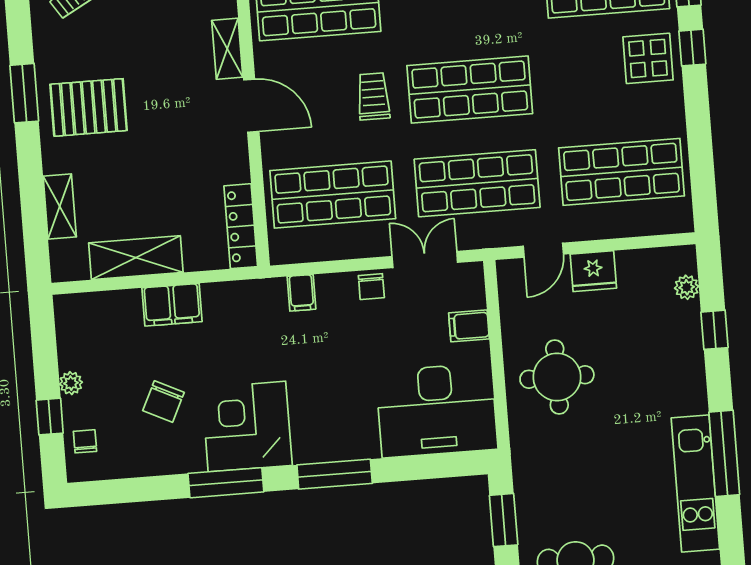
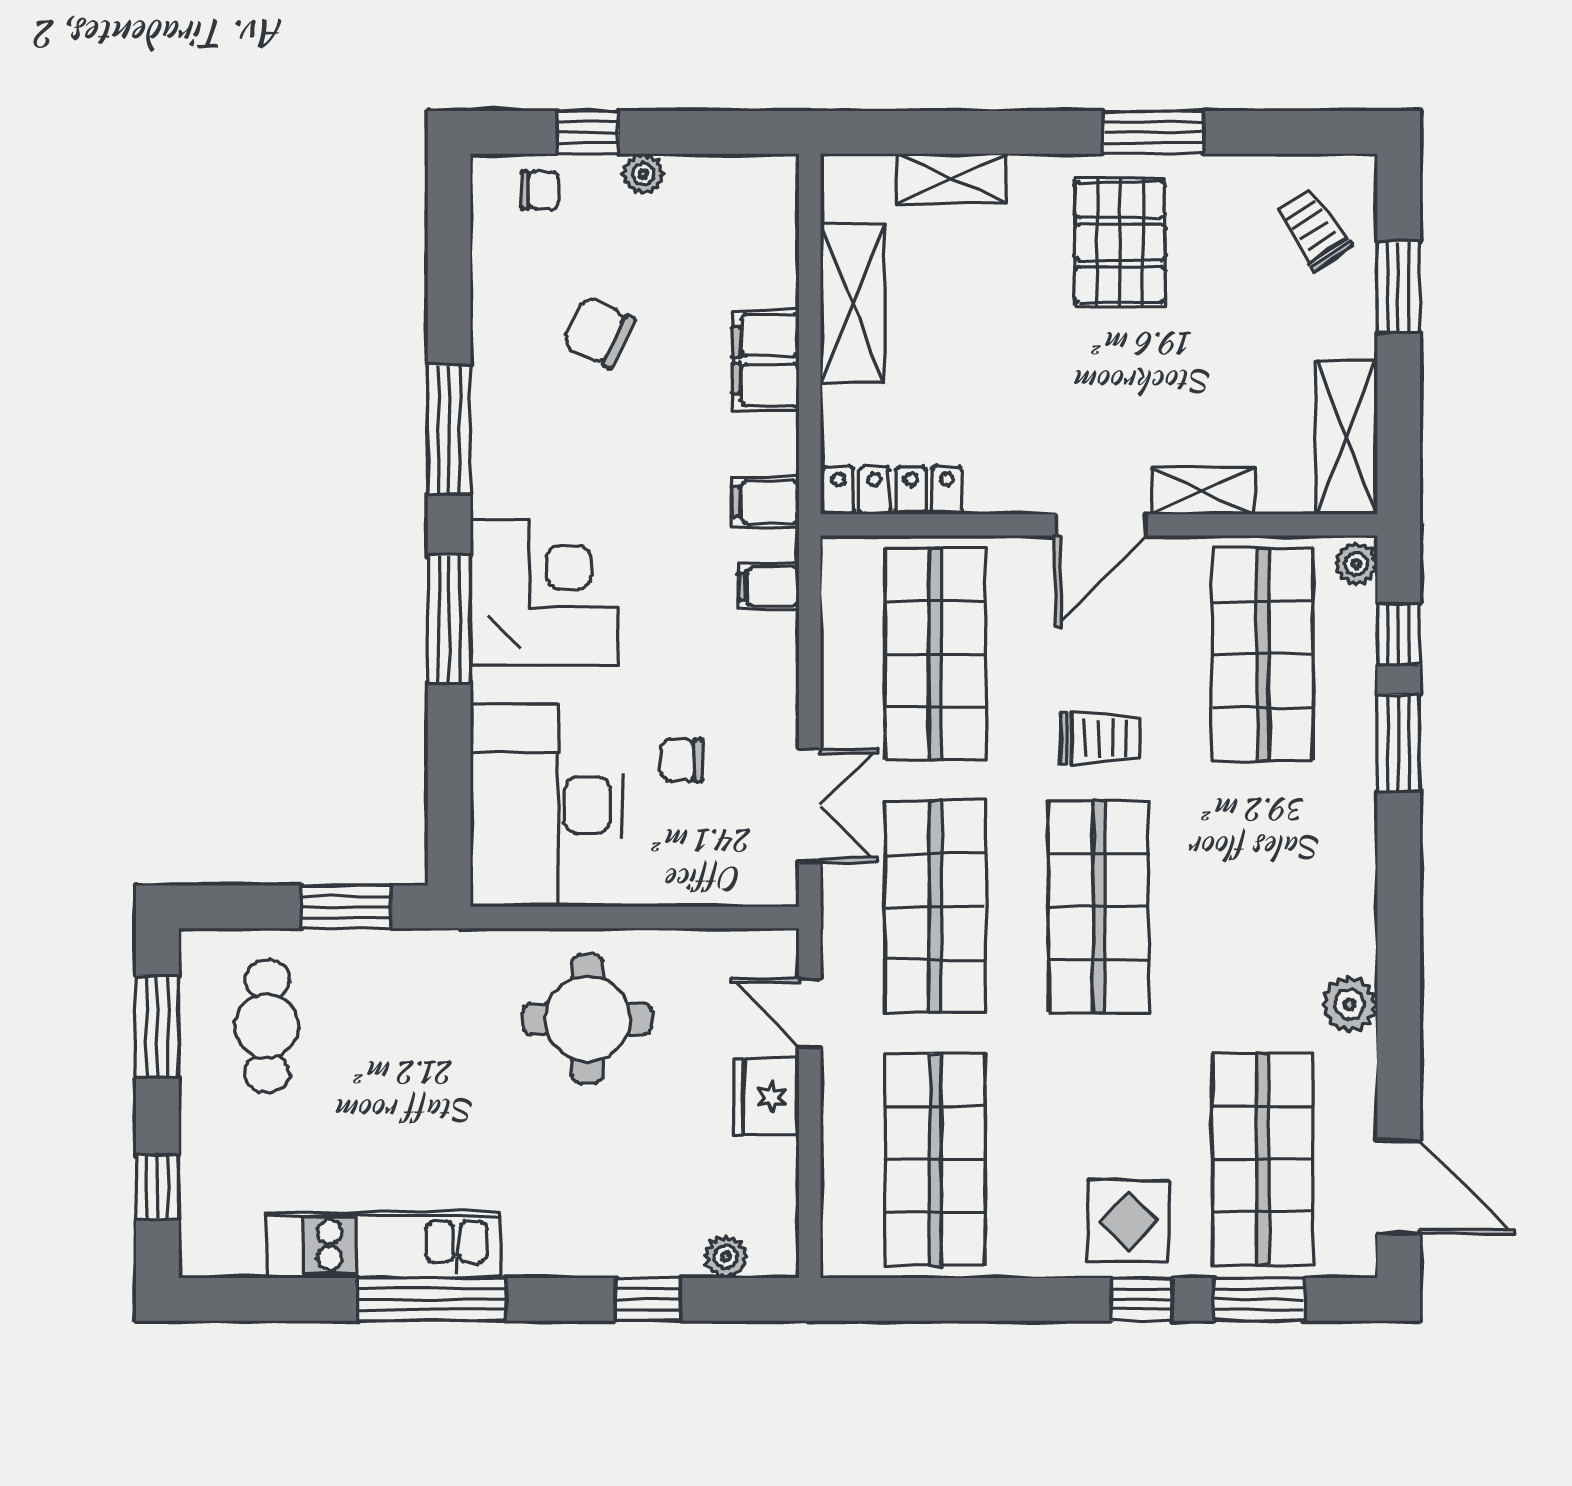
chair: (371, 287) -> (682, 760), moved
filing cabinet: (469, 326) -> (765, 502), moved, turned -90
corner desk: (247, 427) -> (544, 592), moved

